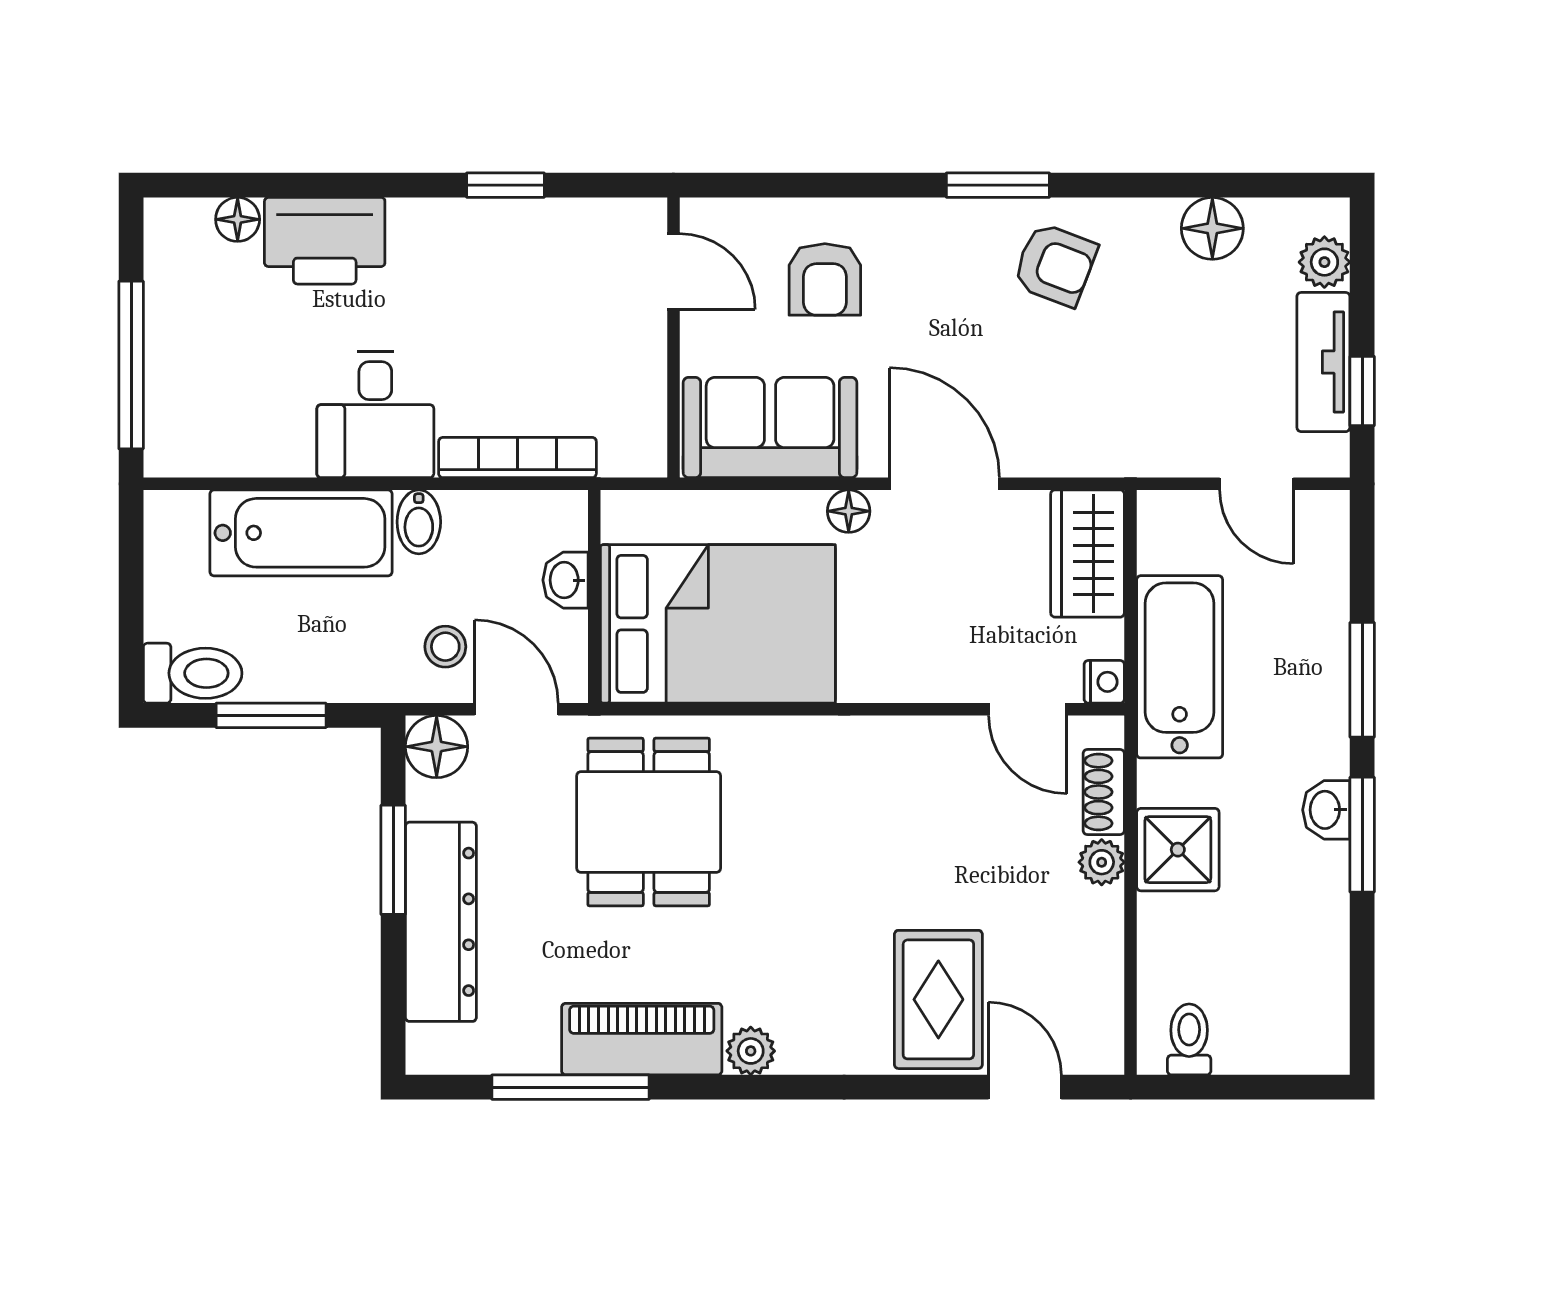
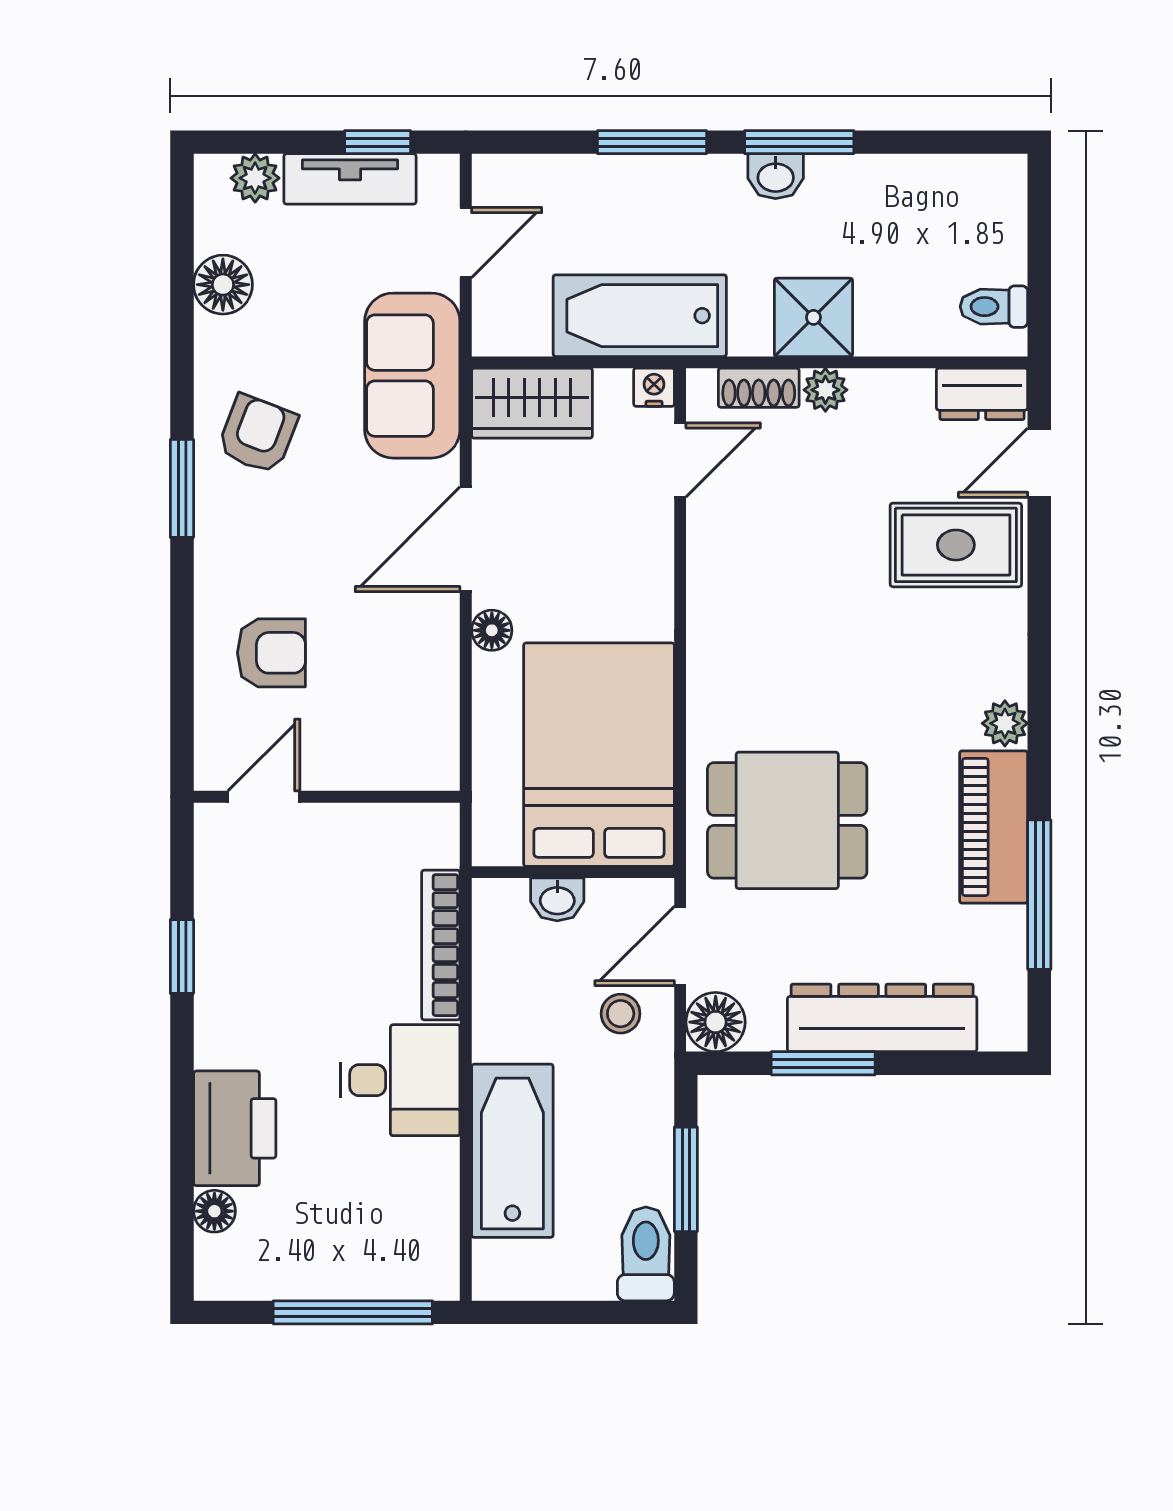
sofa: (770, 428) -> (412, 376), moved
bidet: (419, 522) -> (502, 1039), removed
dresser: (1097, 1027) -> (982, 394), added

